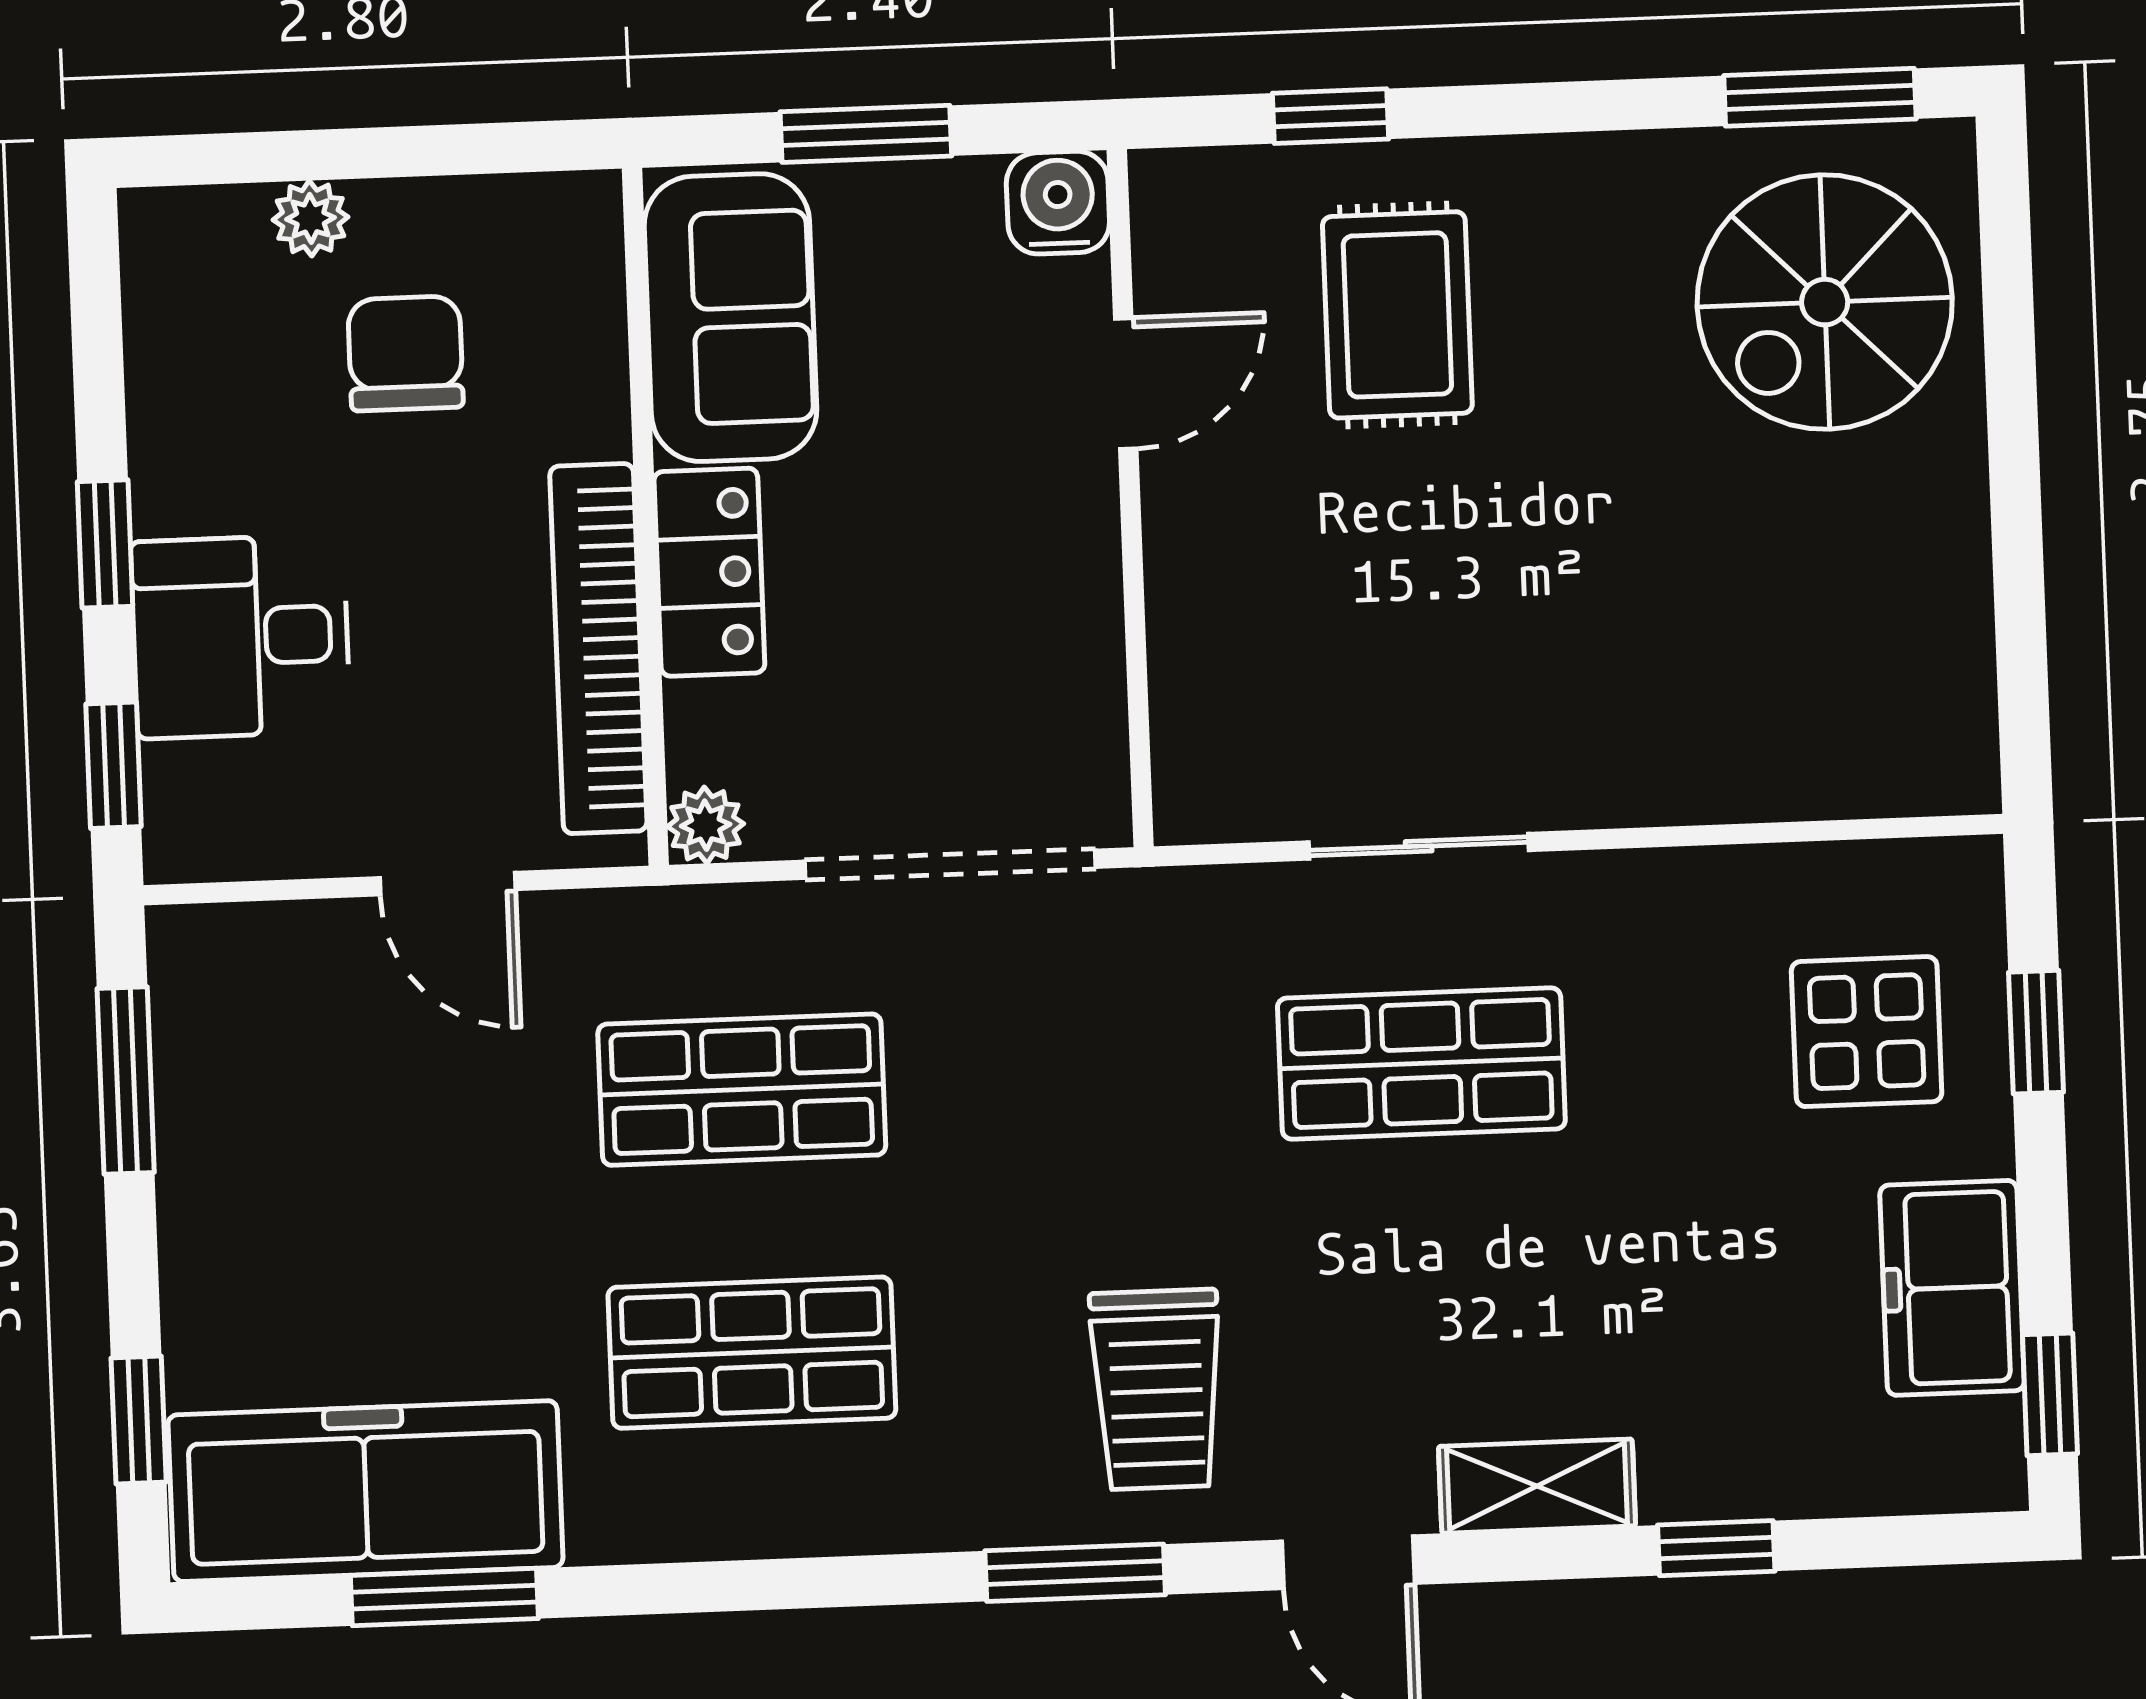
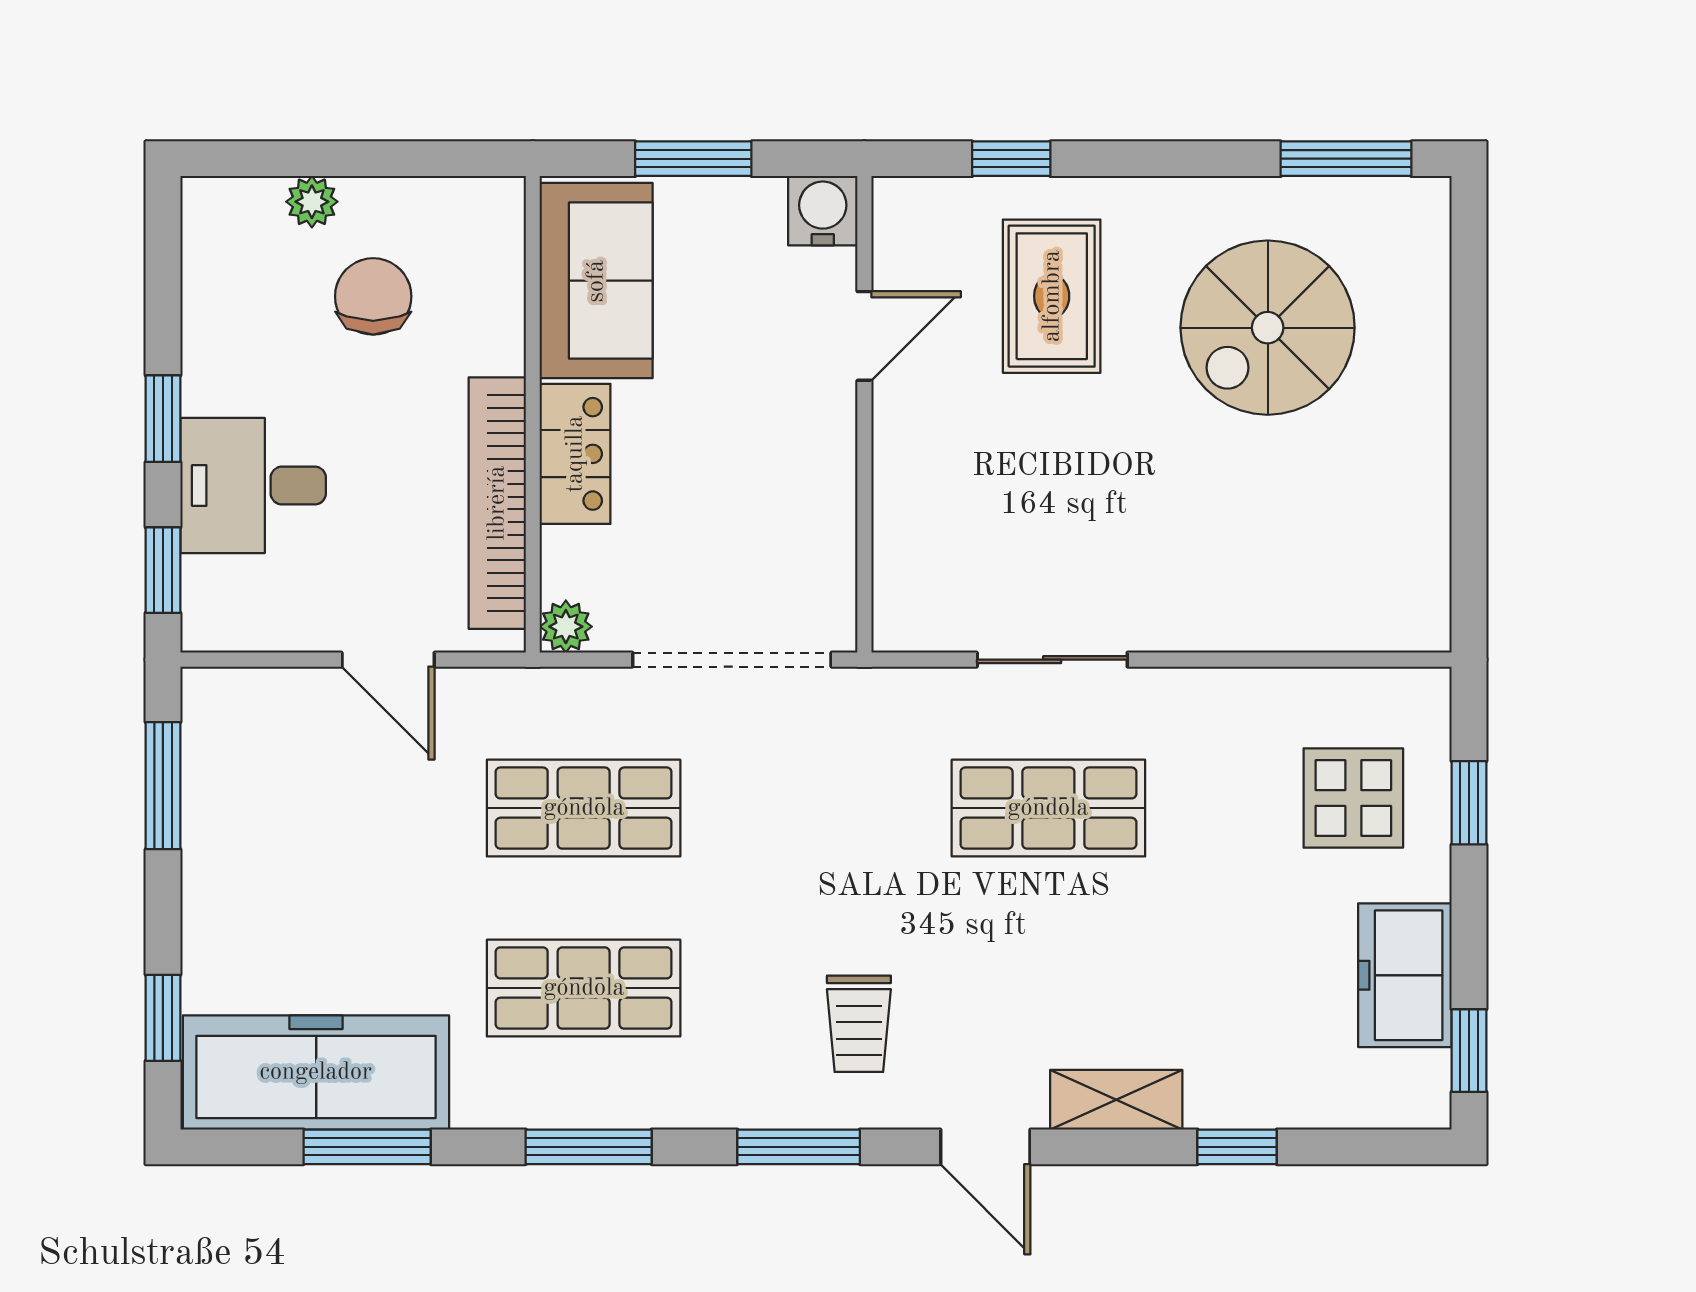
spiral stairs: (1825, 302) -> (1268, 328), moved
trolley: (1156, 1389) -> (859, 1024), width x0.73, depth x0.72
window: (768, 1585) -> (589, 1147), added

